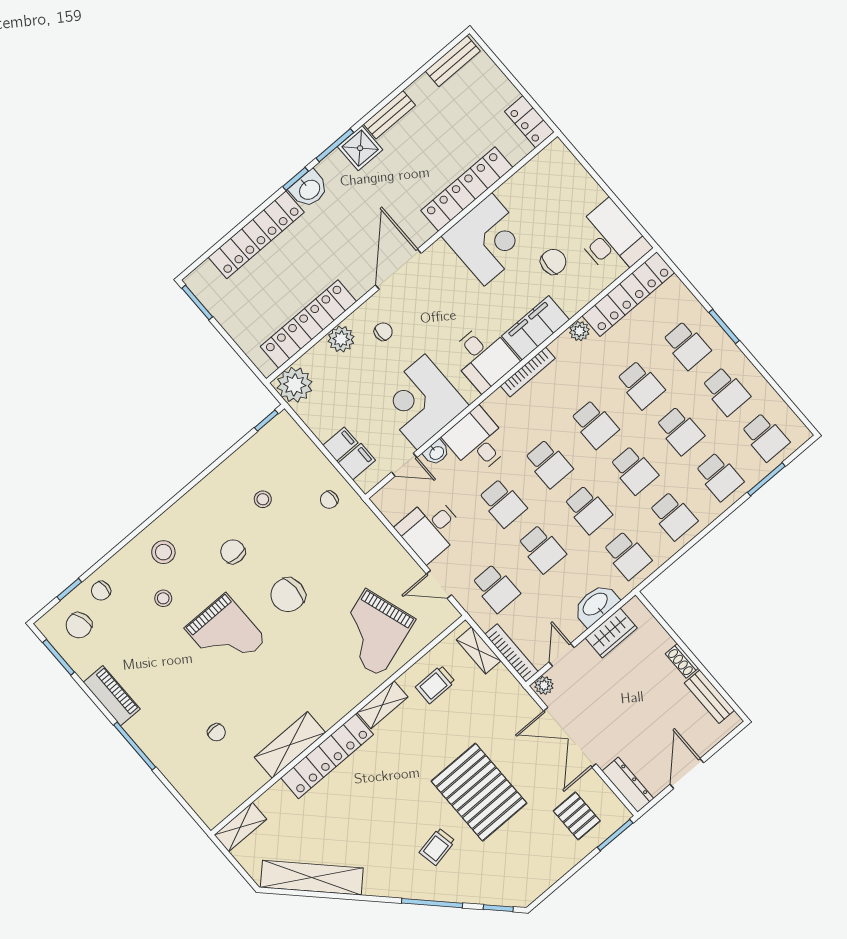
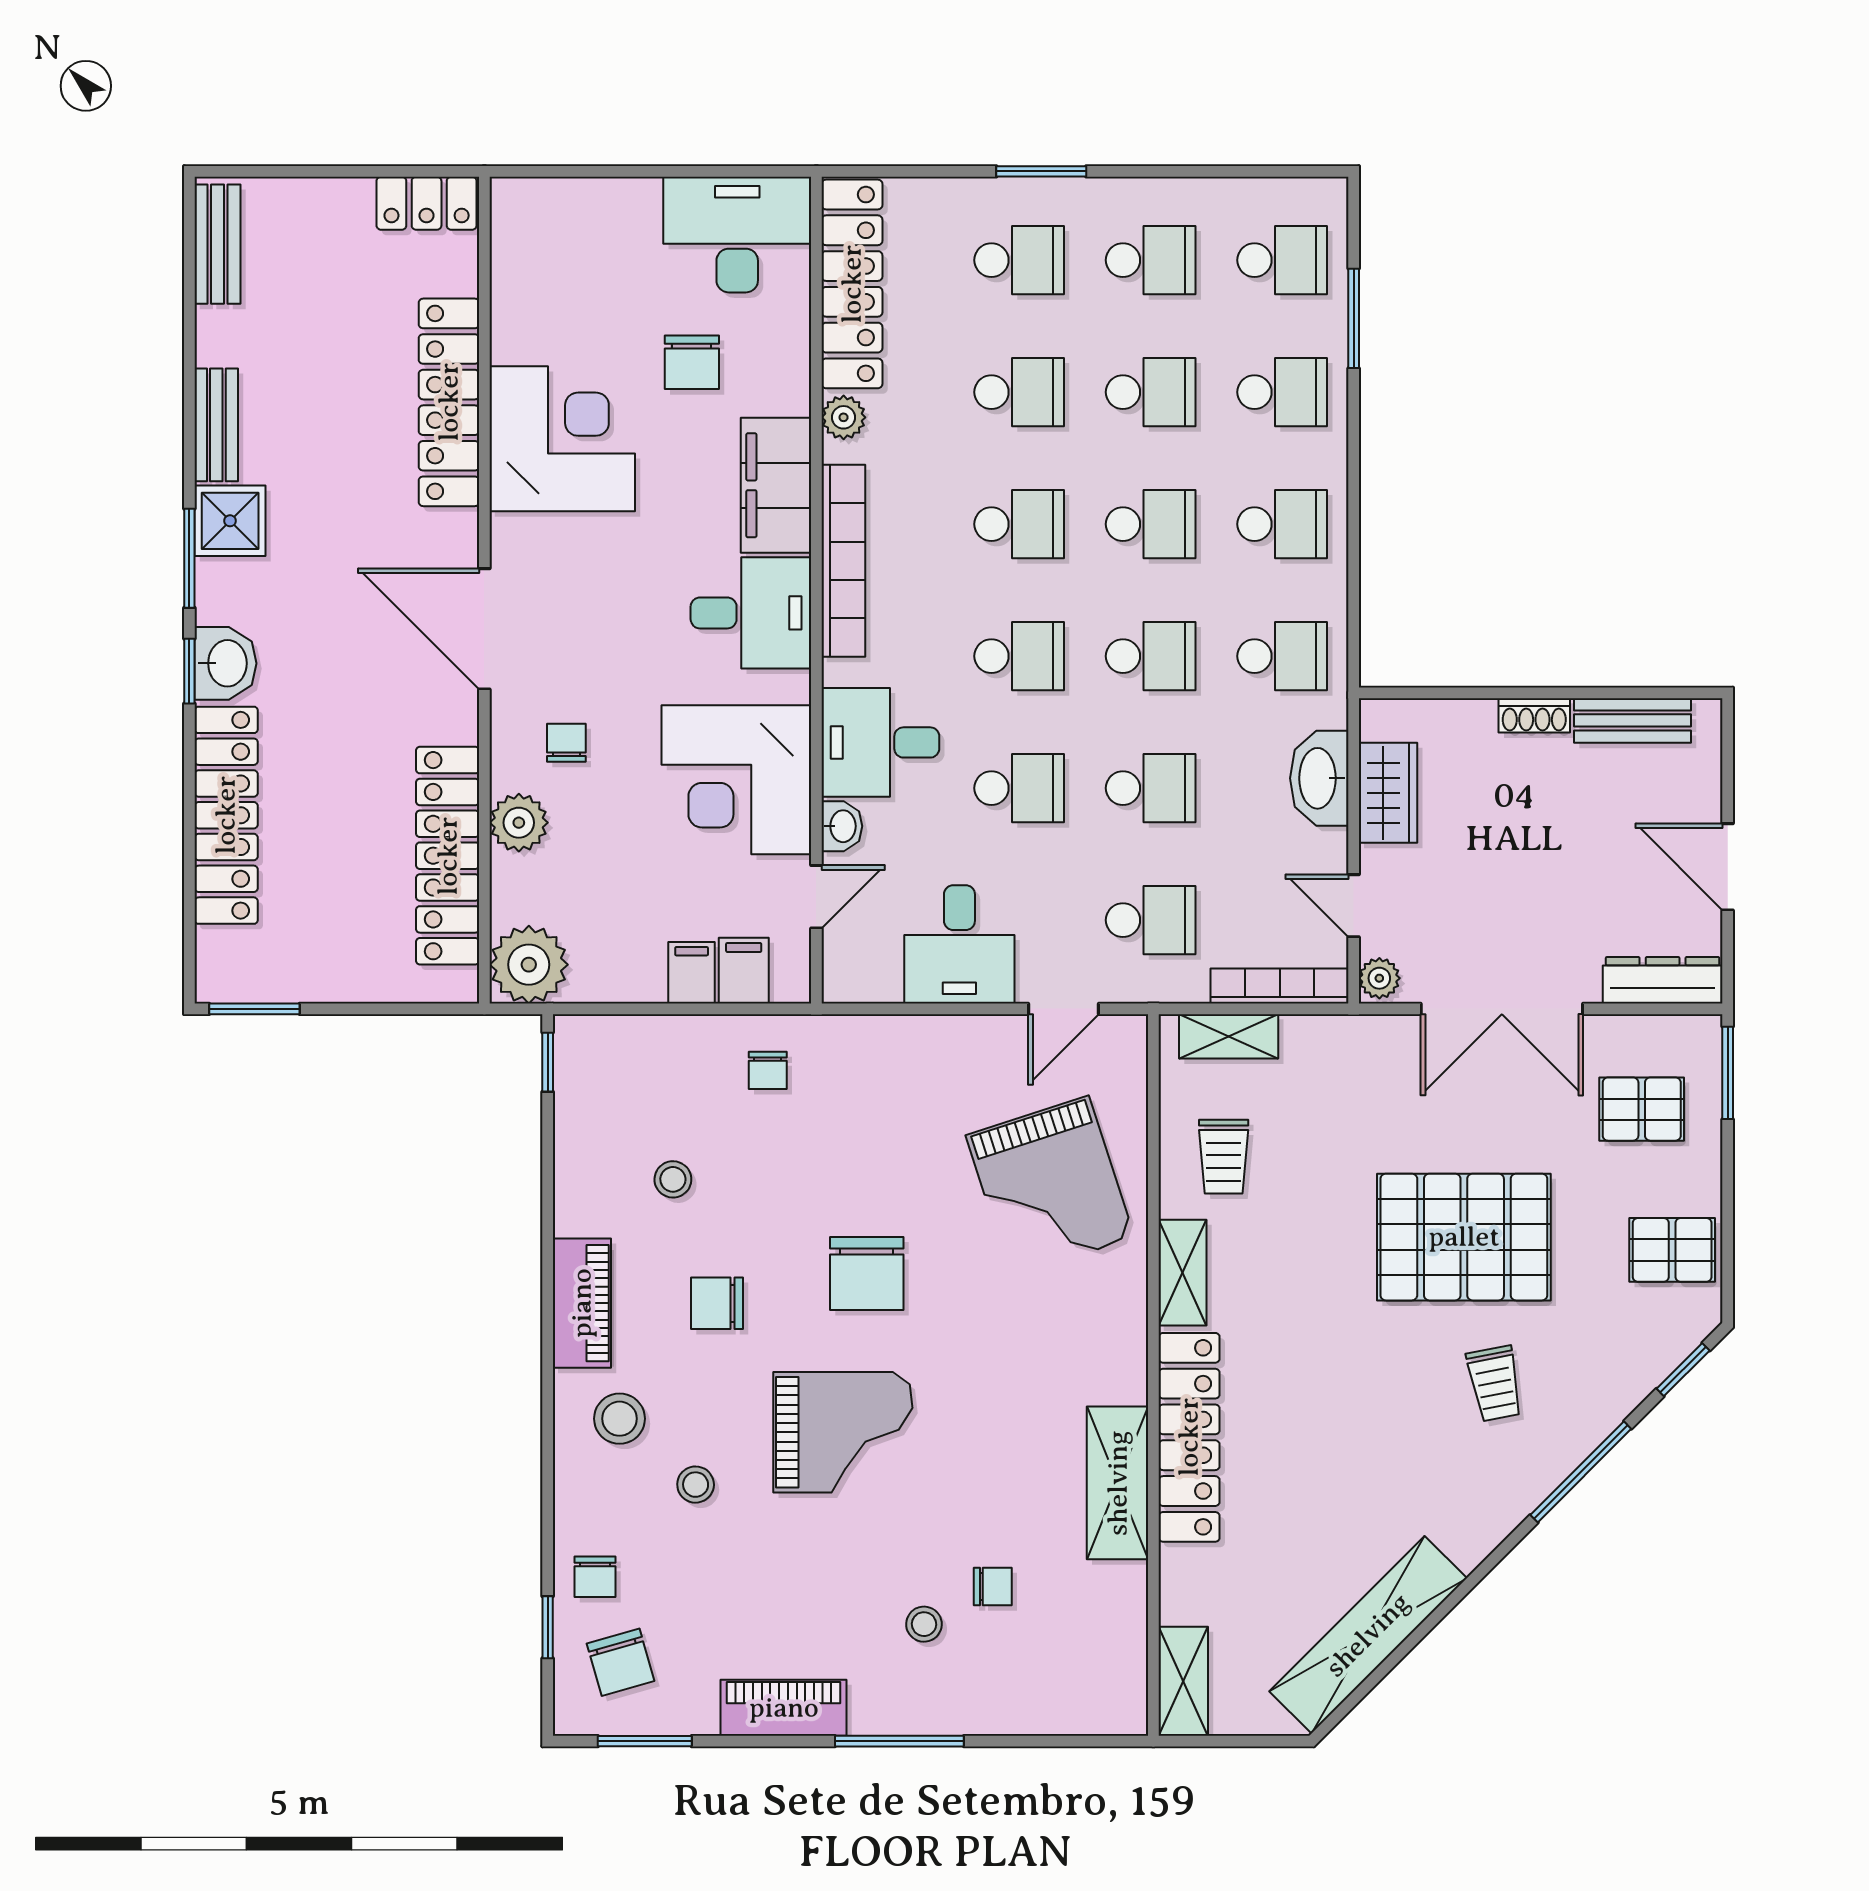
chair: (553, 262) -> (692, 362), turned 180
bookcase: (528, 372) -> (843, 561), width x1.48, depth x1.31
piano: (192, 504) -> (582, 1303), added
stool: (183, 720) -> (924, 1624), added
pallet: (537, 869) -> (1672, 1250), added

